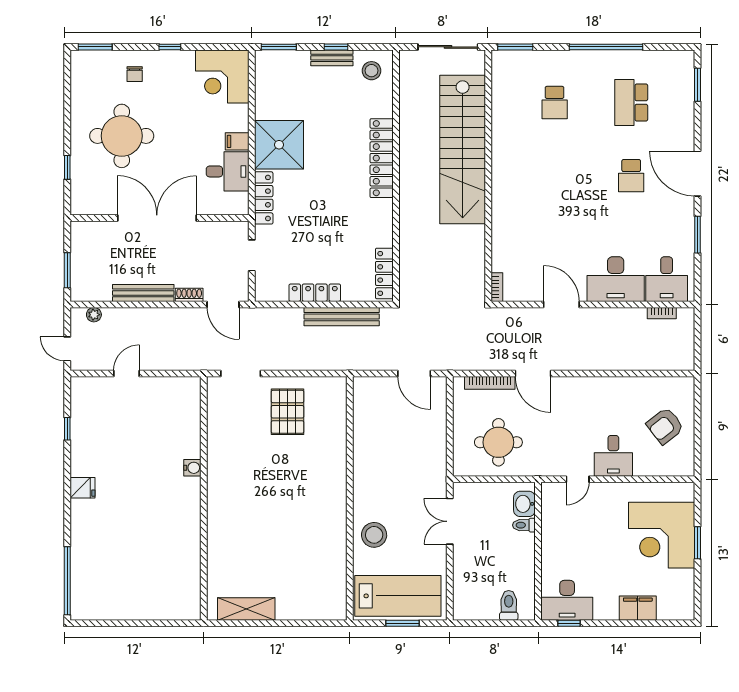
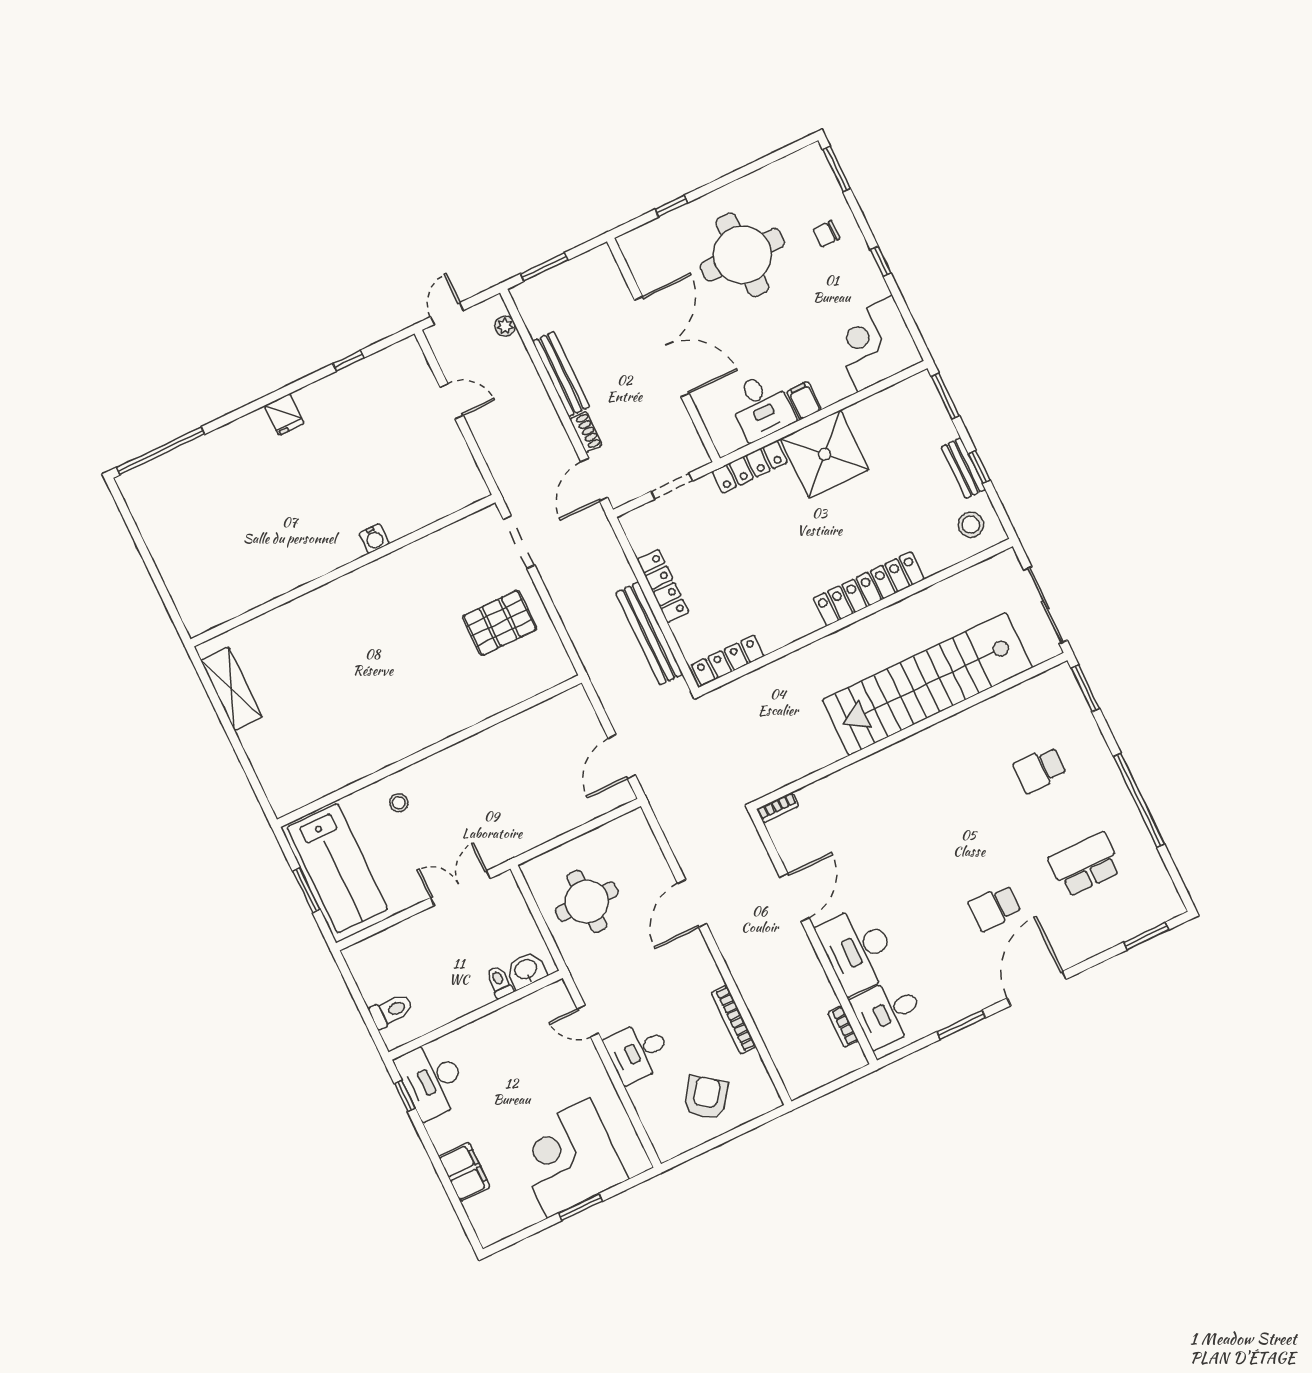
bookcase: (490, 383) -> (734, 1020), moved
armchair: (665, 426) -> (706, 1098), turned 74
stool: (374, 535) -> (399, 803), width x0.53, depth x0.53

